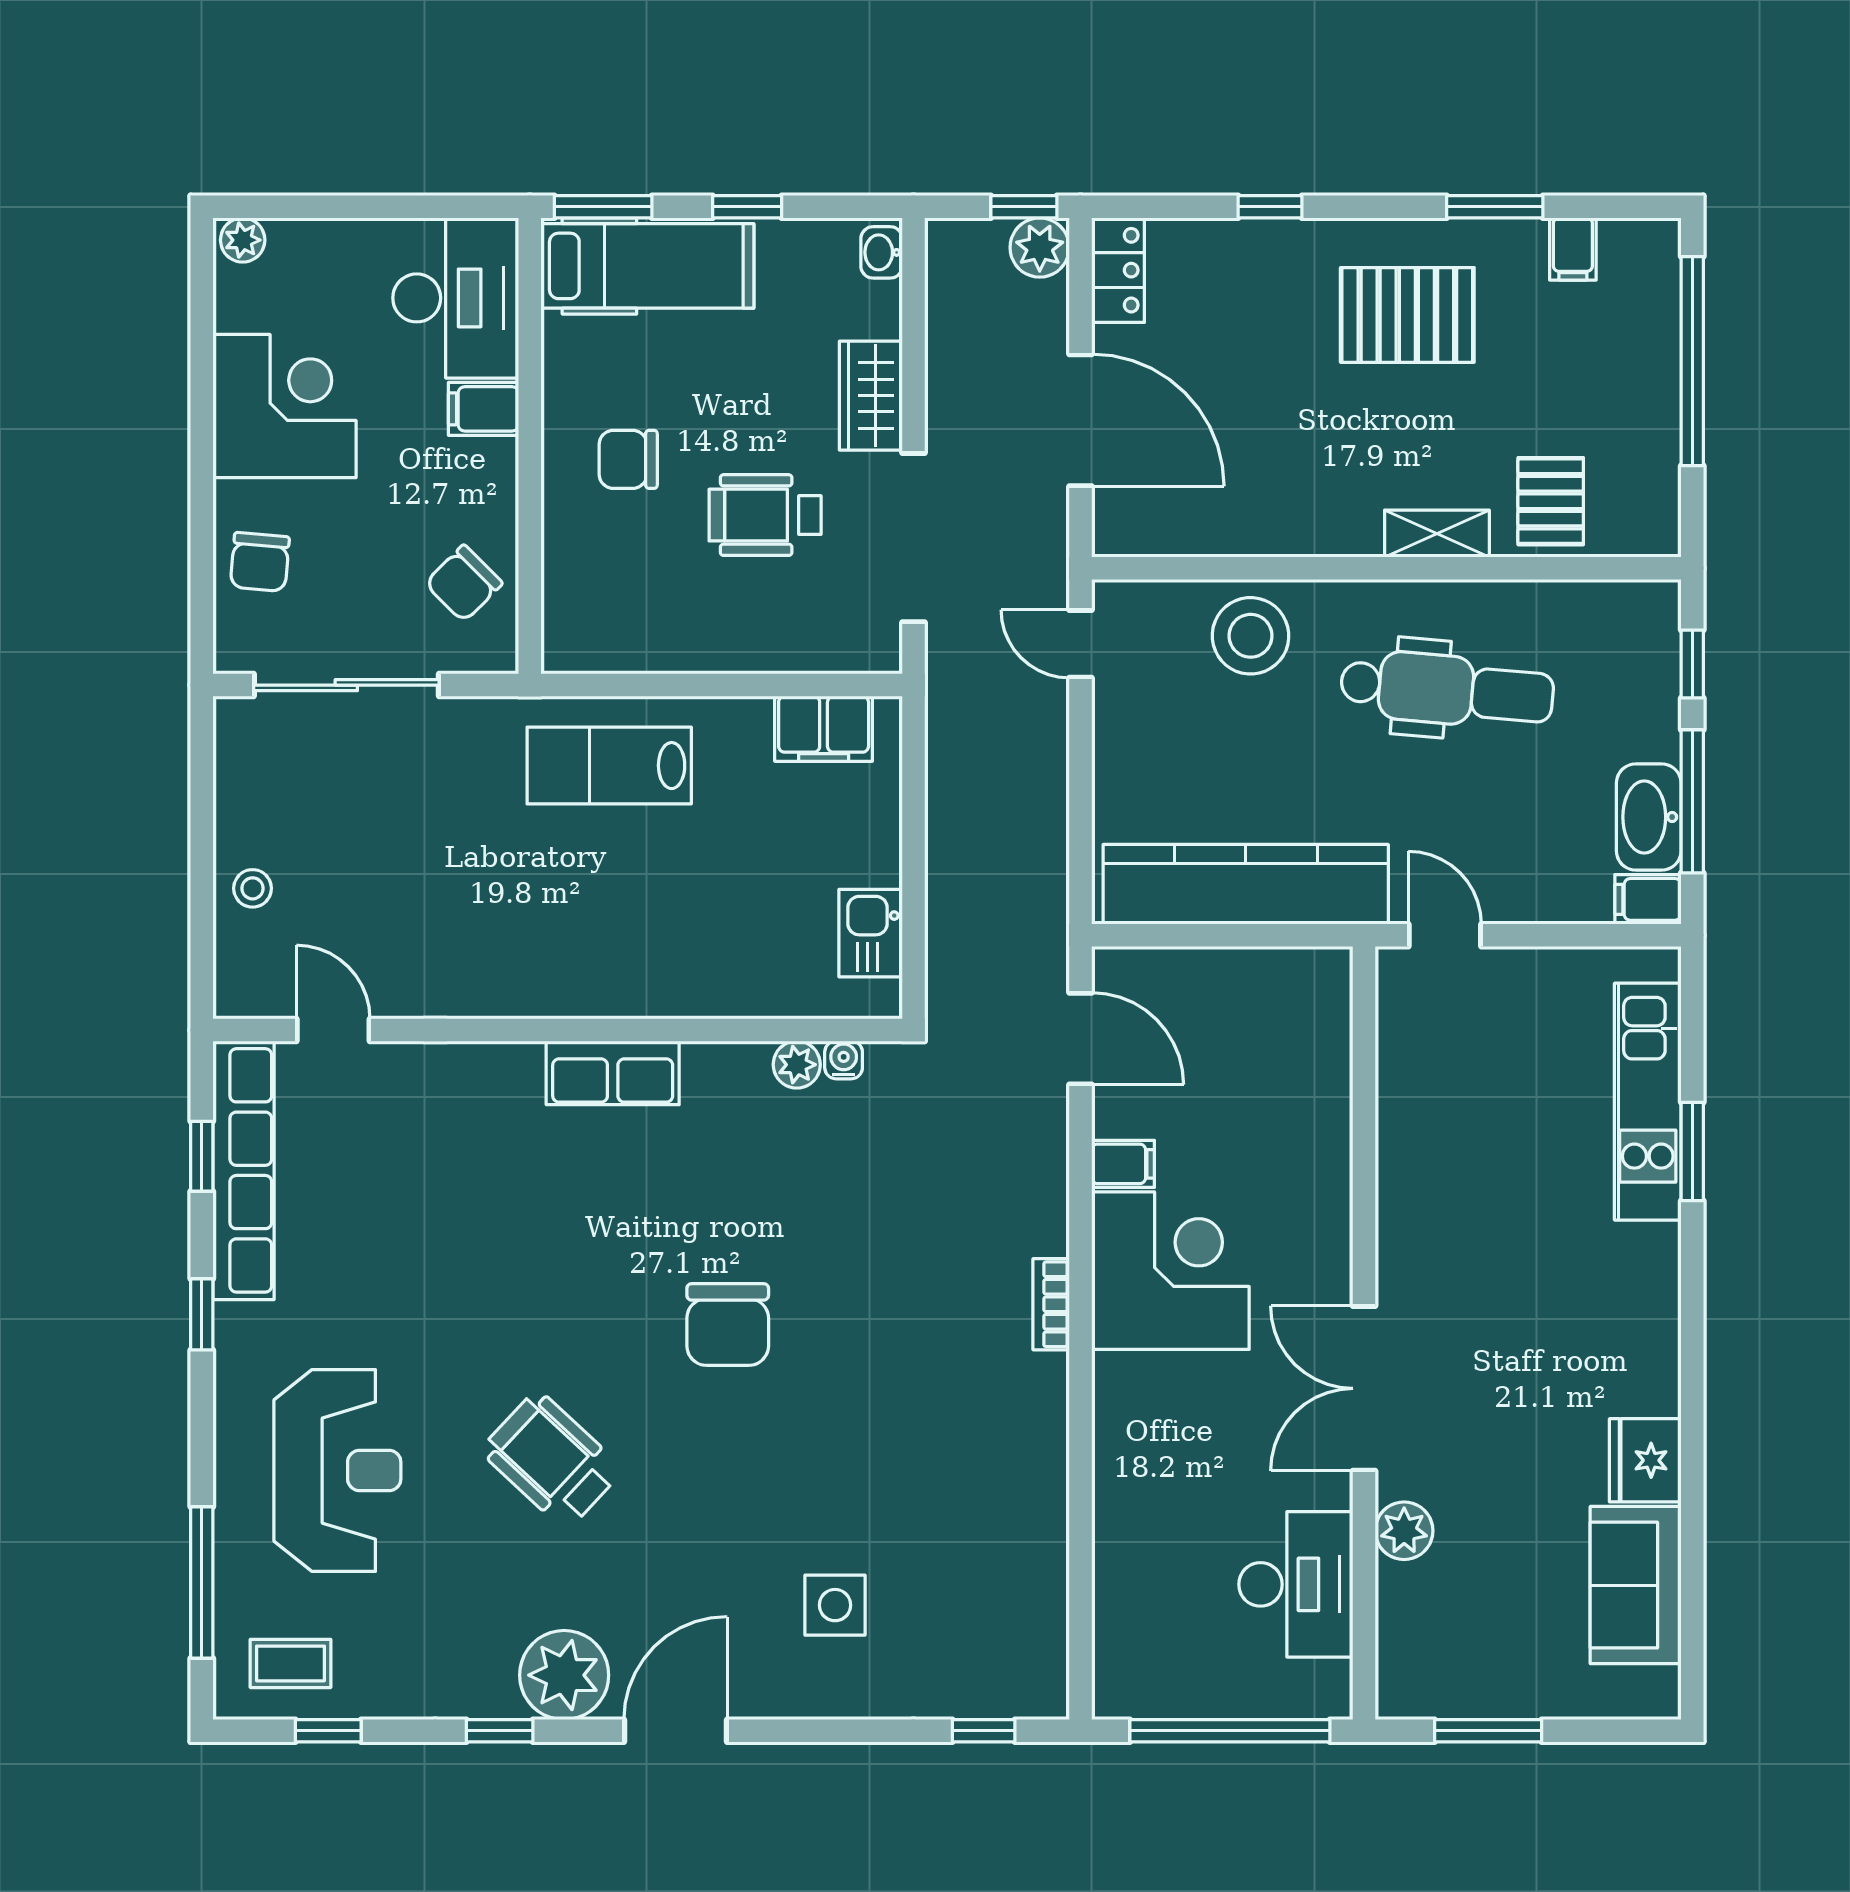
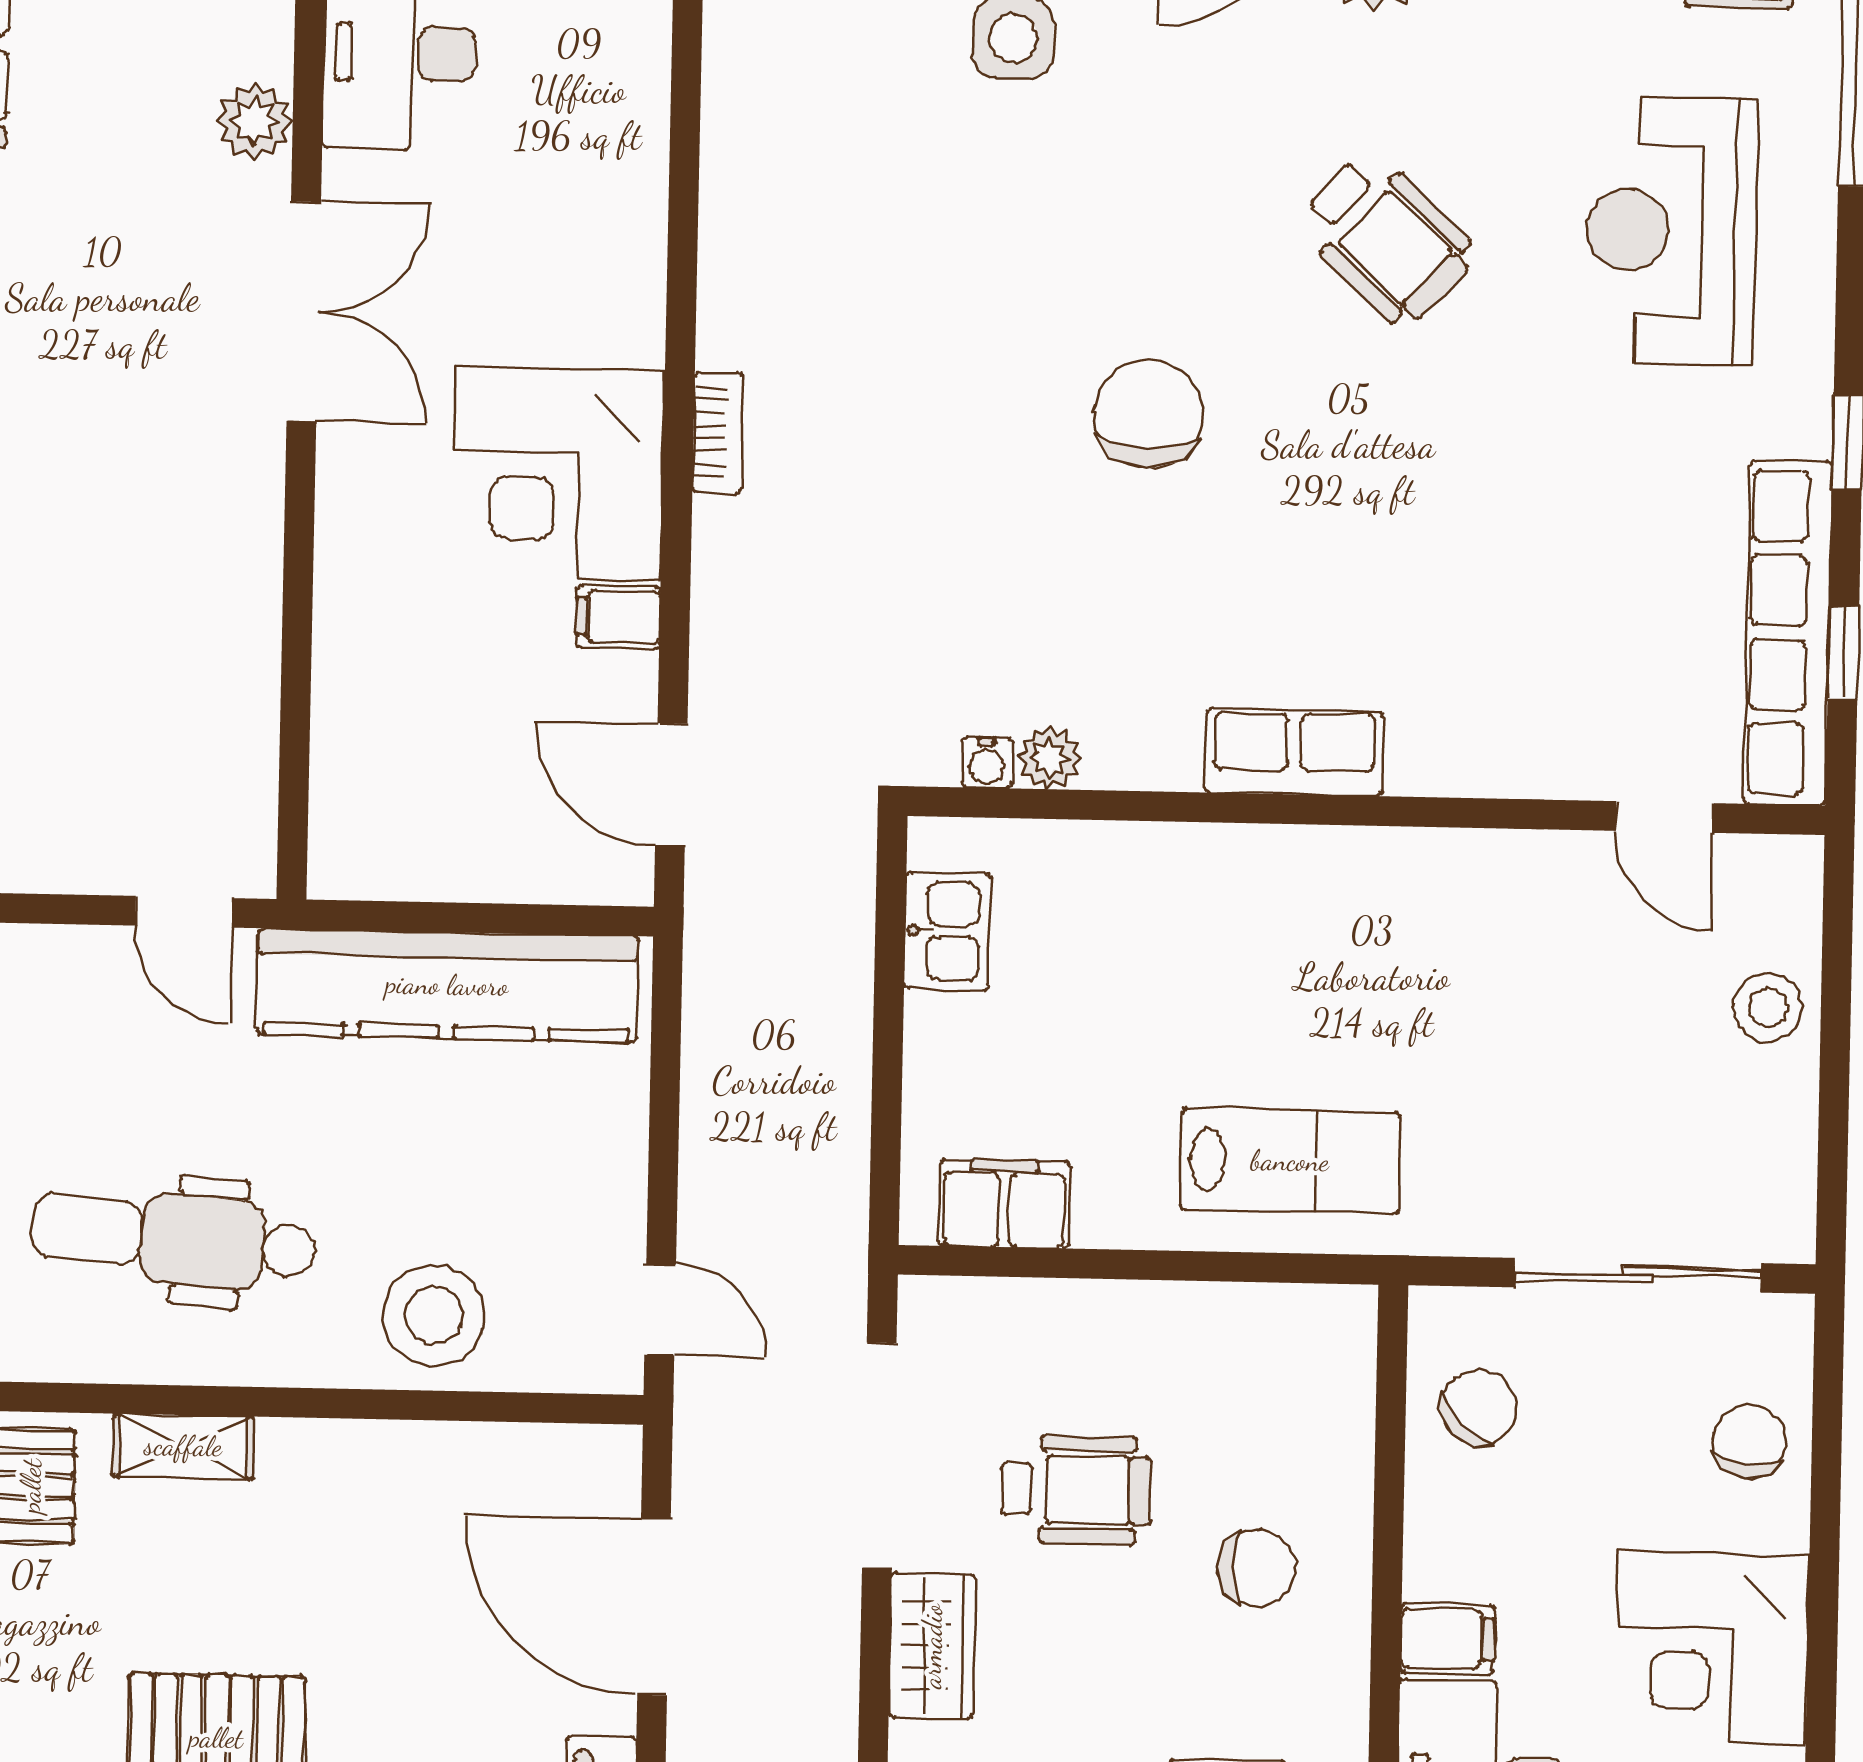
stool: (253, 888) -> (1768, 1008), width x1.37, depth x1.37

